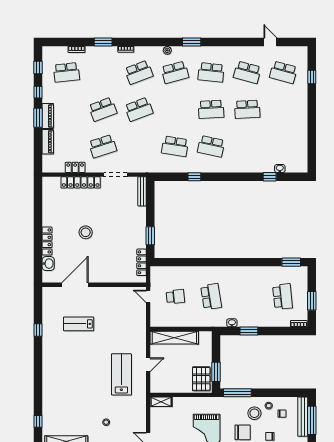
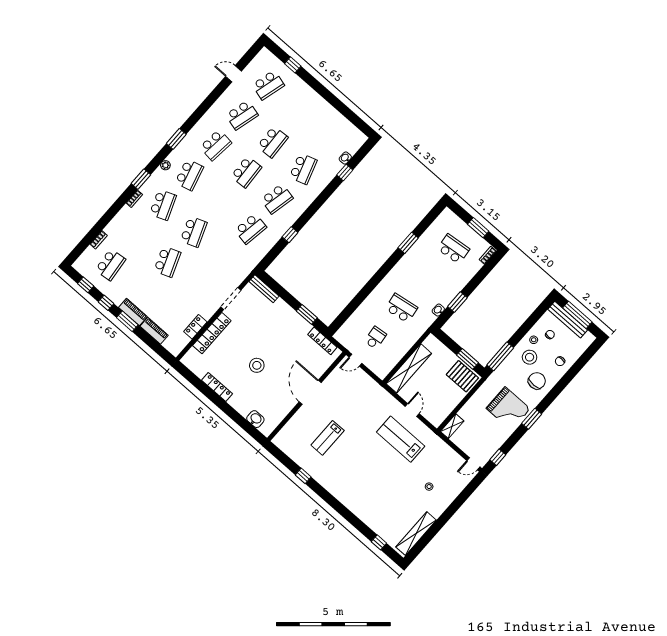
window: (103, 42) -> (141, 179), moved
school desk: (103, 146) -> (303, 169), moved
locker: (47, 241) -> (217, 387), moved
window: (291, 262) -> (408, 243), moved
door: (75, 285) -> (310, 392), moved

